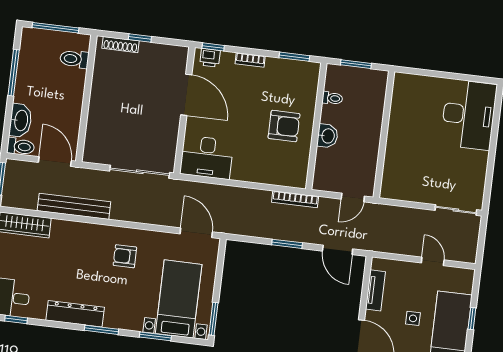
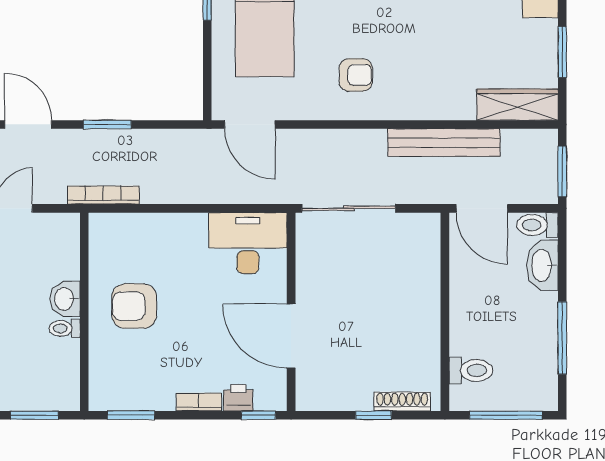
printer: (210, 58) -> (238, 398), moved
toilet: (332, 98) -> (65, 328), moved

